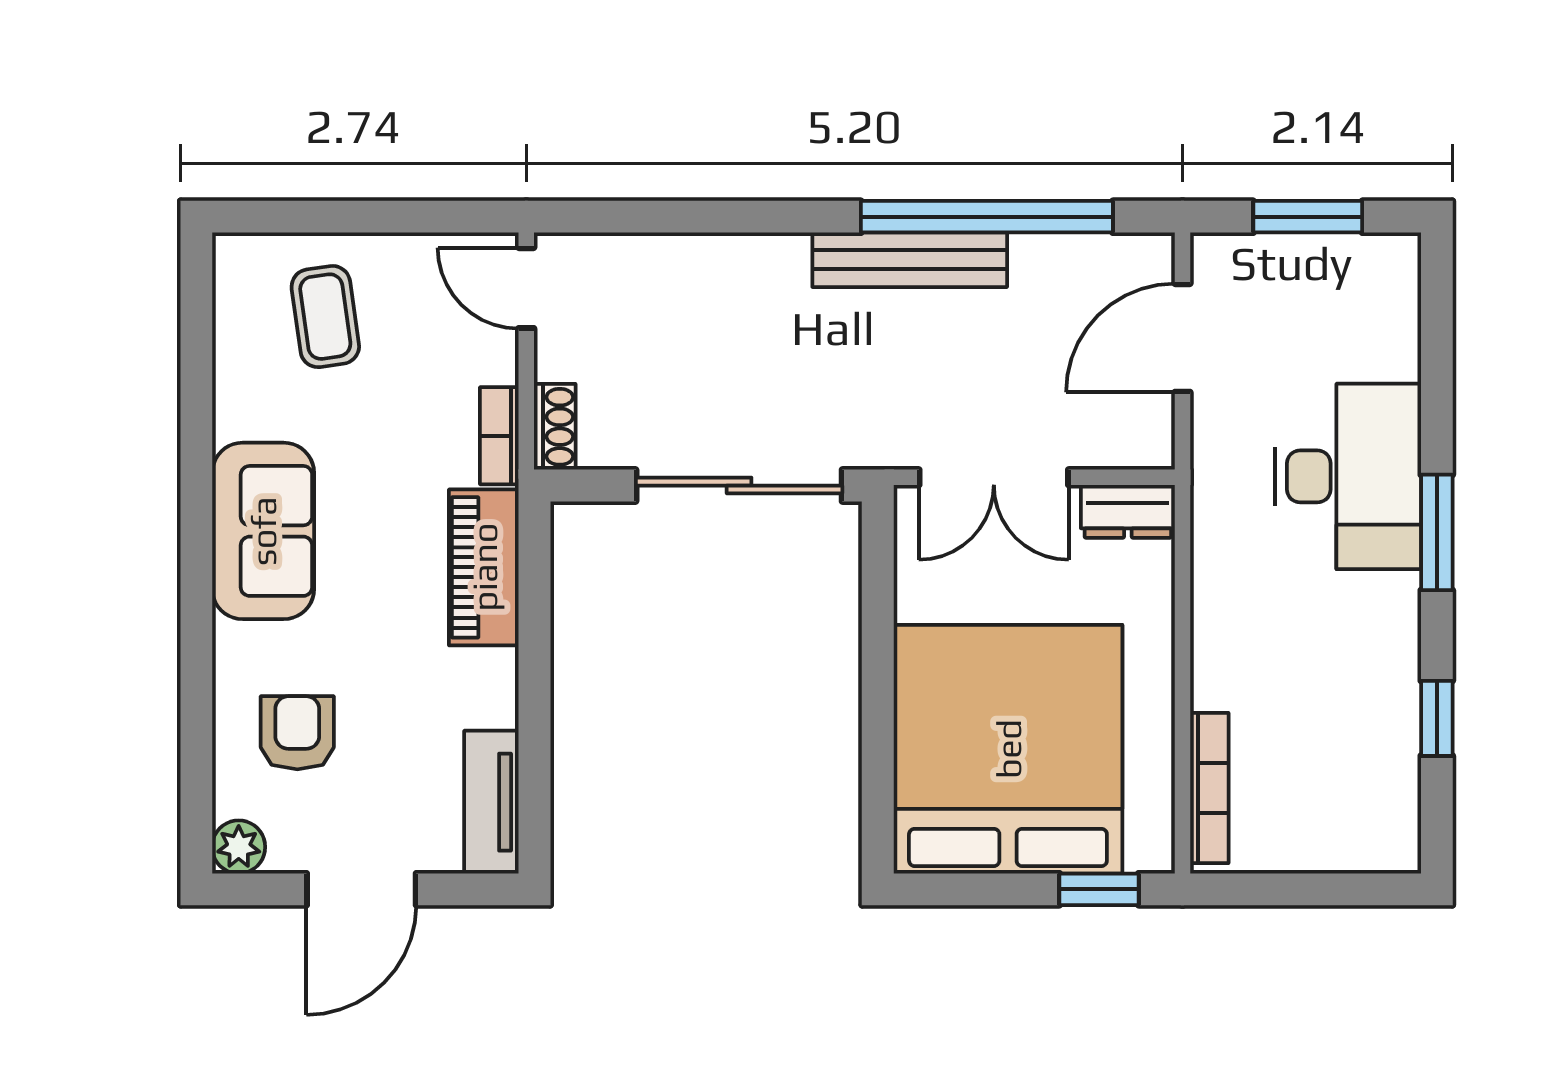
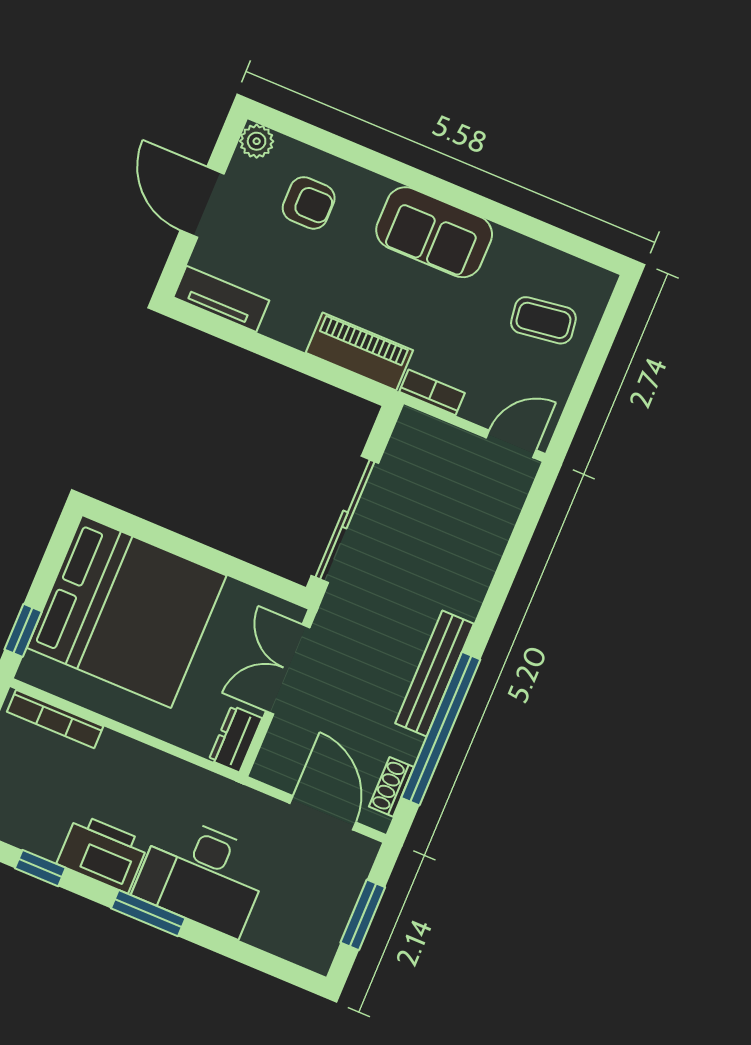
shoe rack: (555, 427) -> (391, 787), moved, turned 90
printer: (1377, 636) -> (103, 853), added

